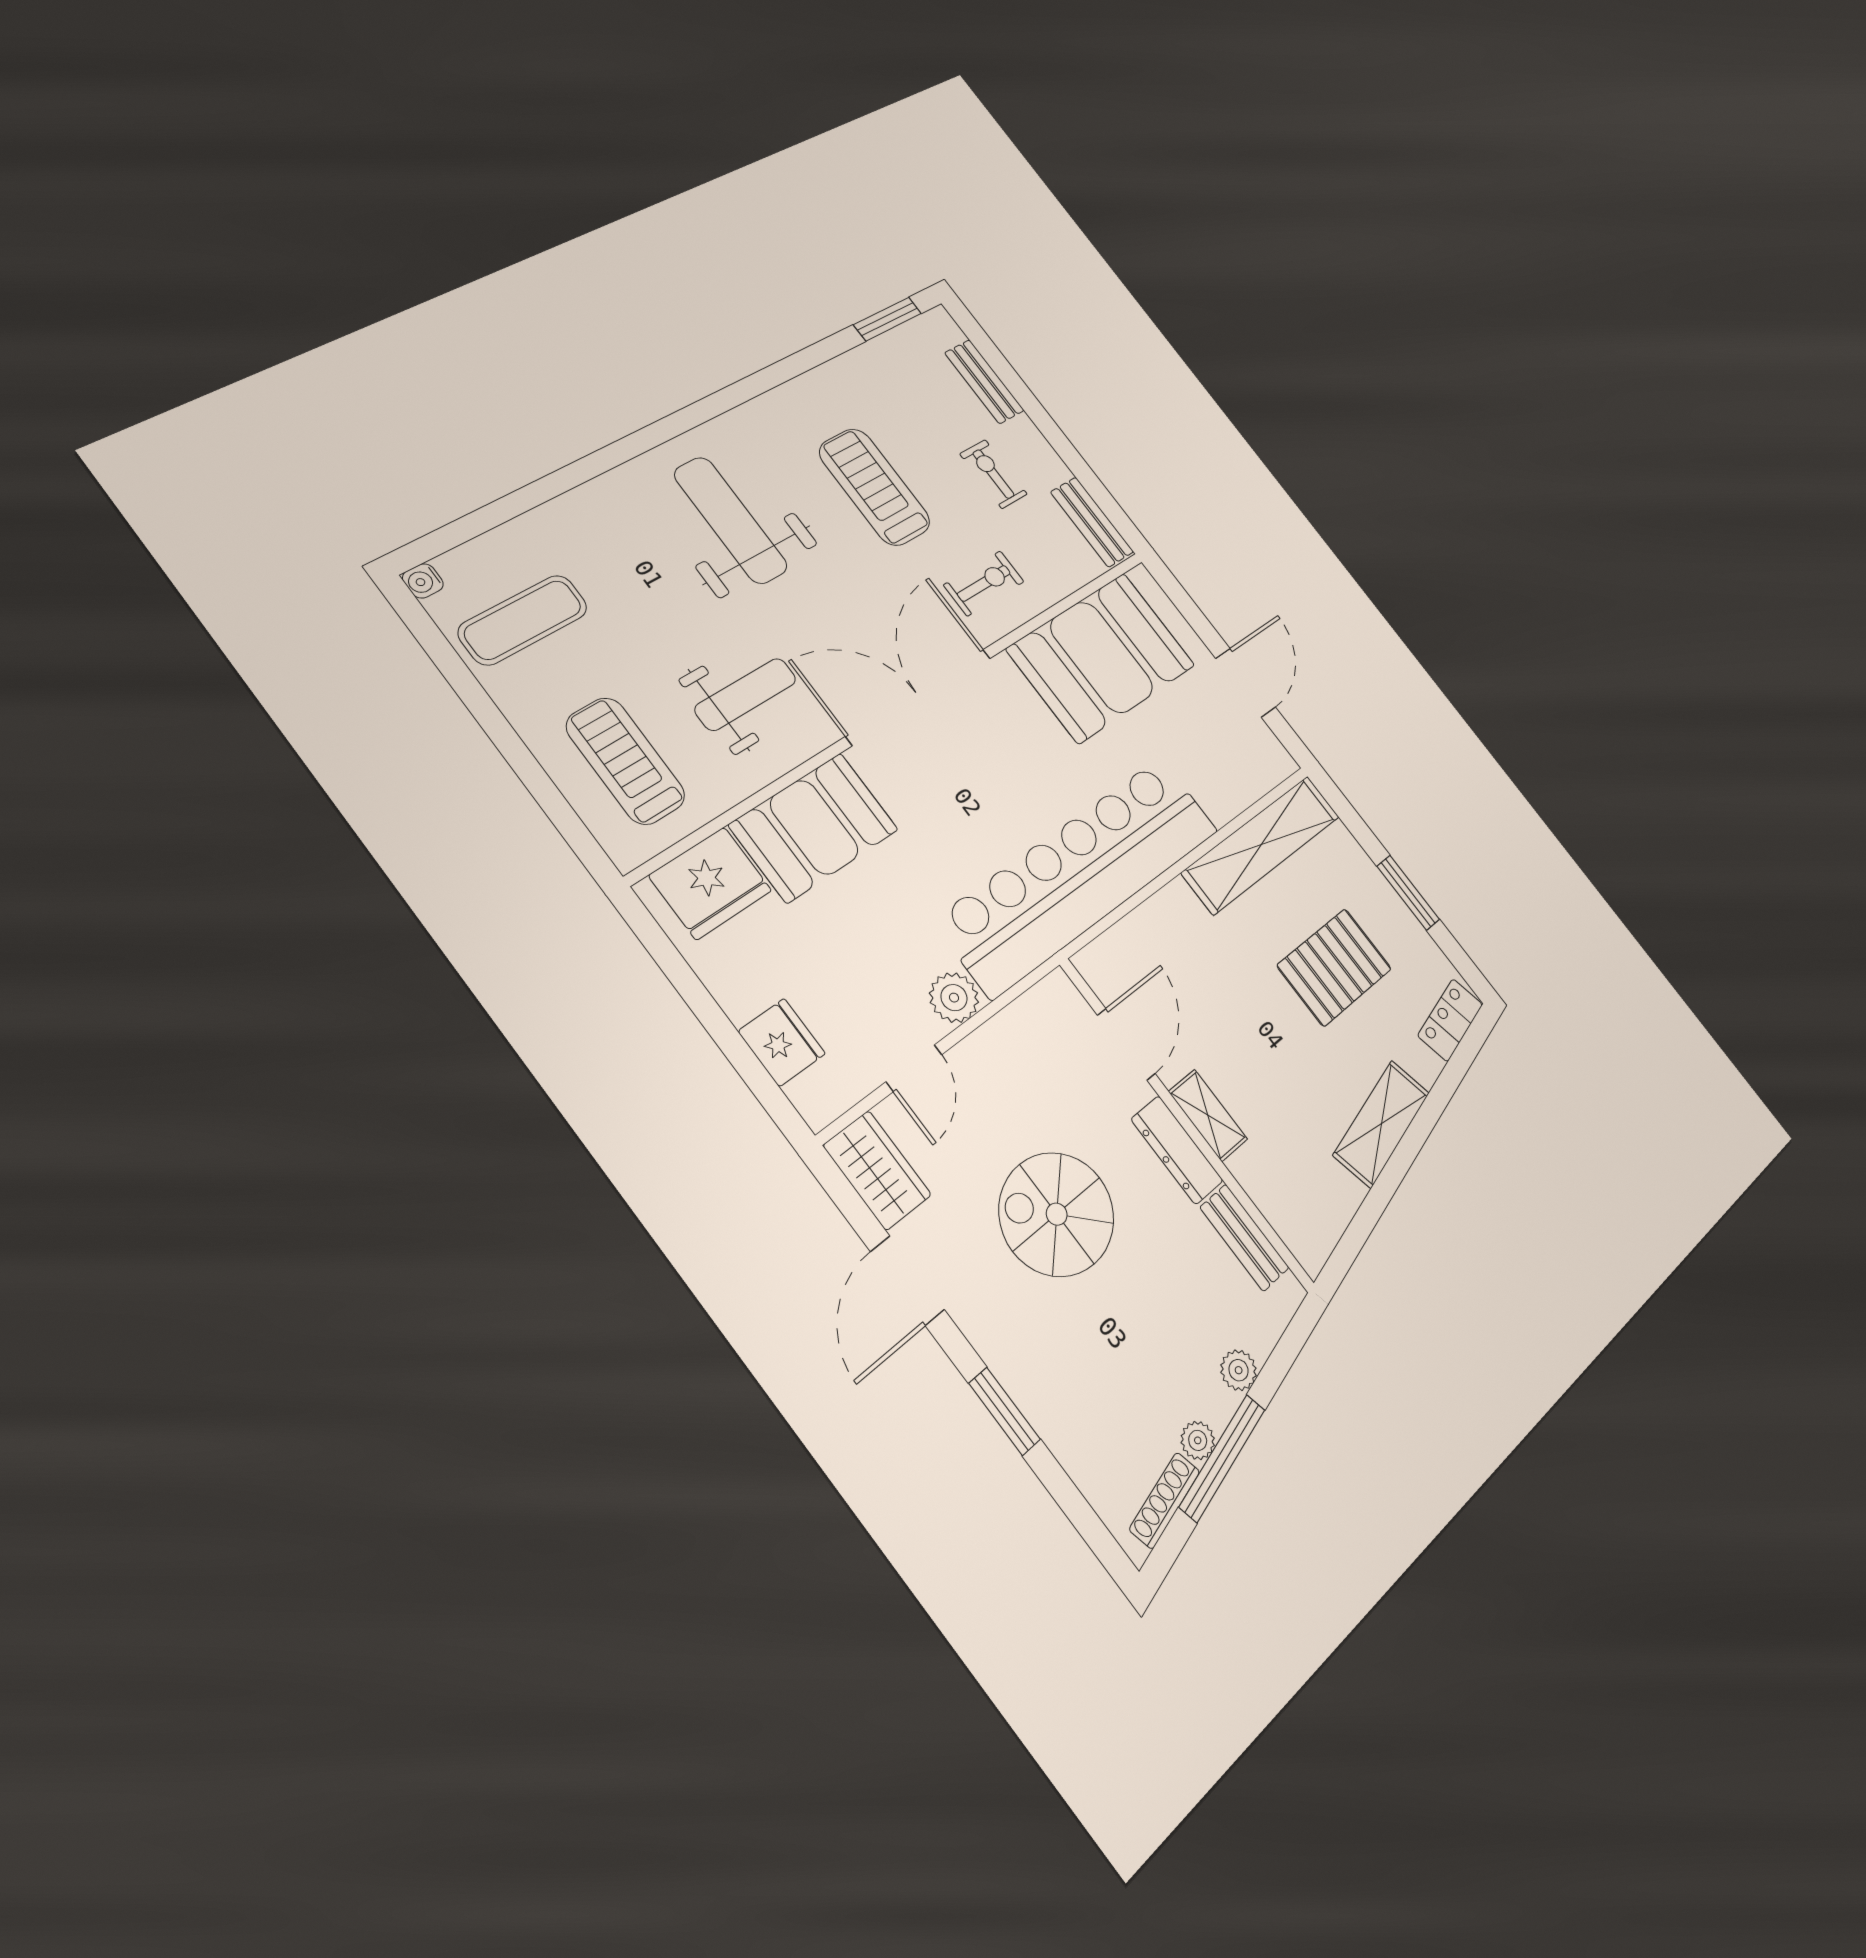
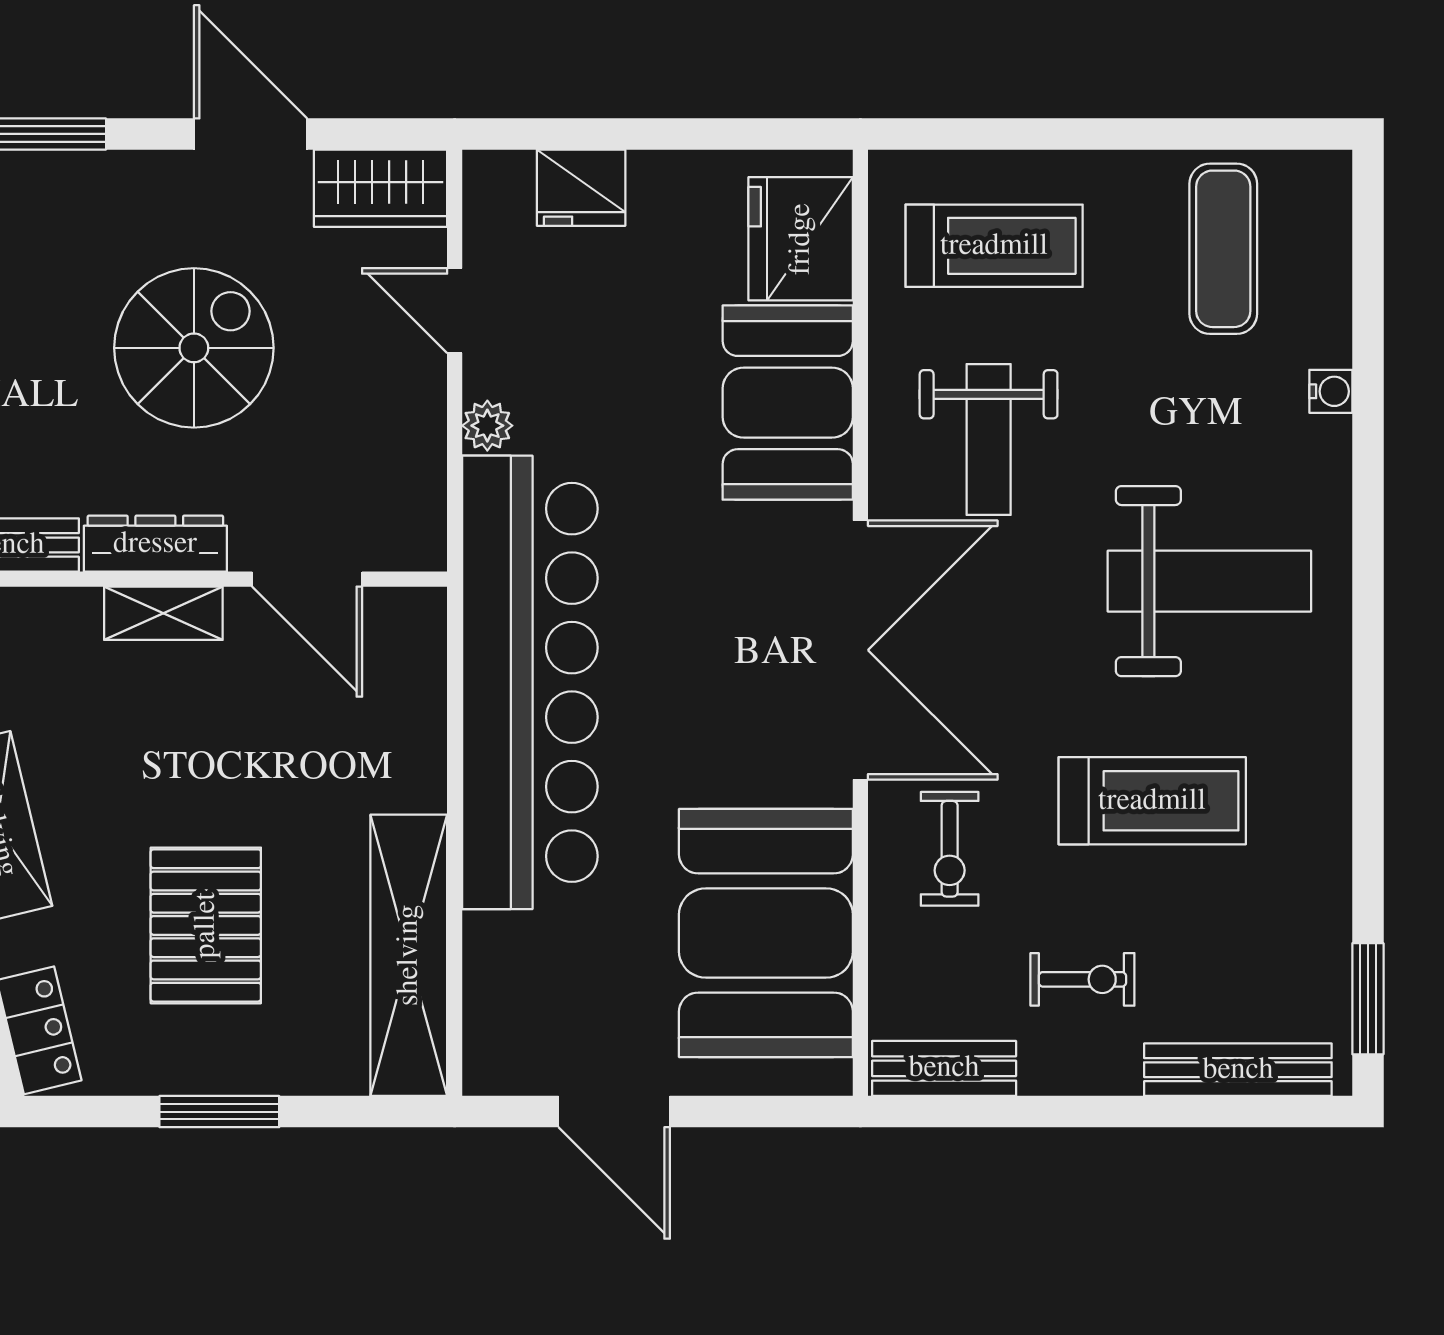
bench: (984, 382) -> (1238, 1070), width x1.36
water cooler: (423, 581) -> (1331, 391), moved, turned 90
plant: (954, 998) -> (487, 426), width x0.73, depth x0.73

